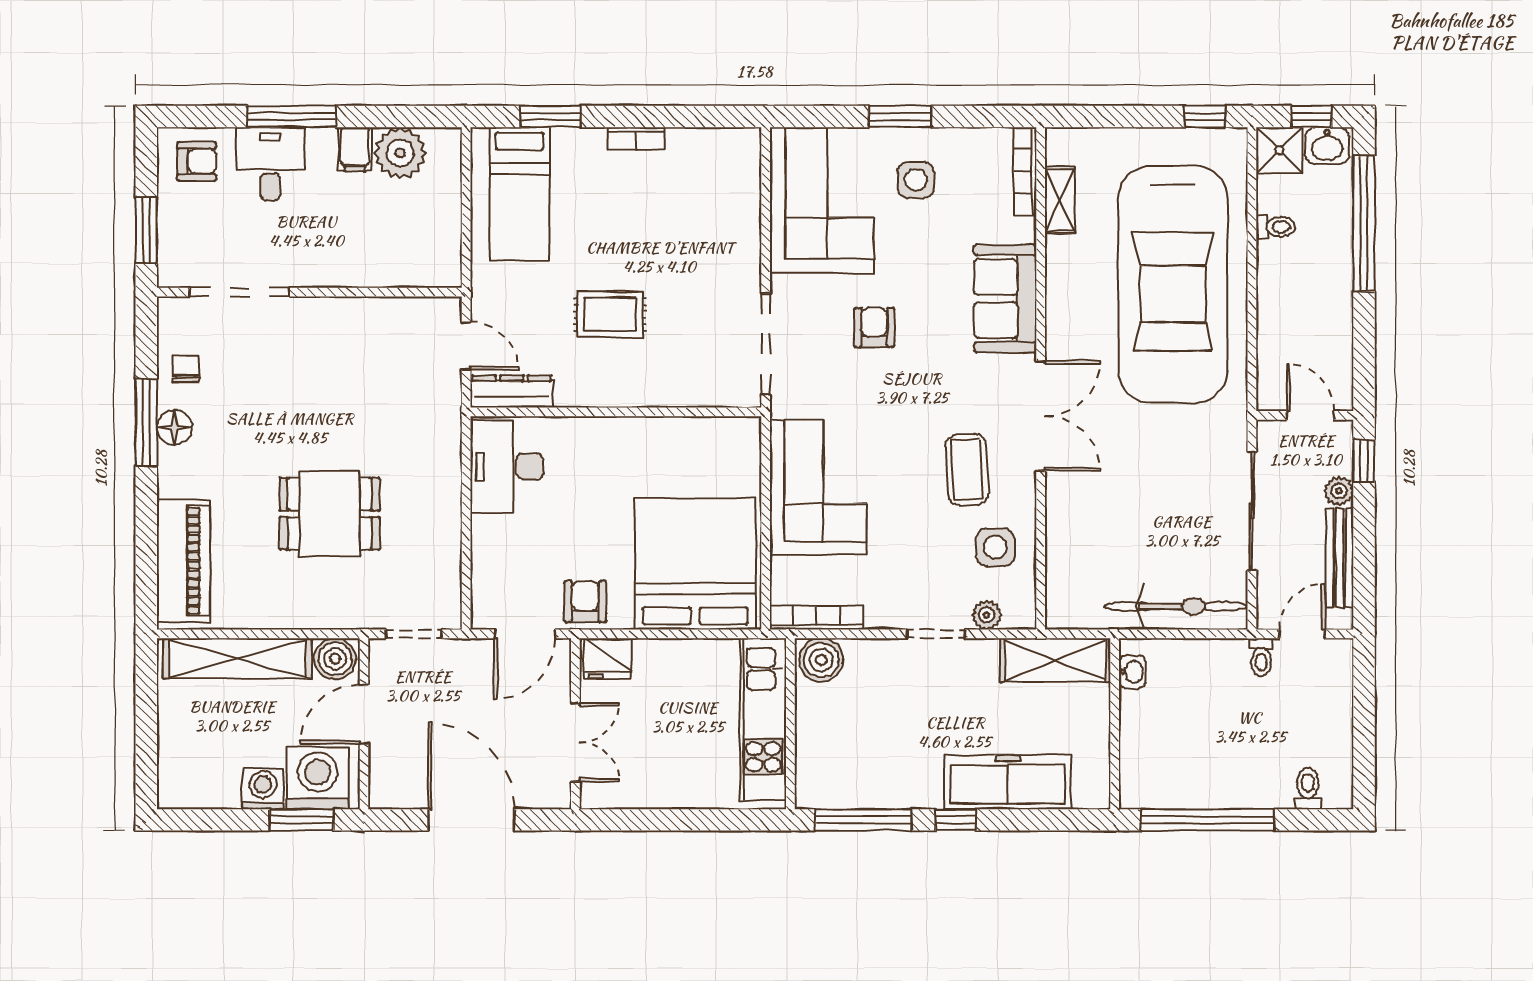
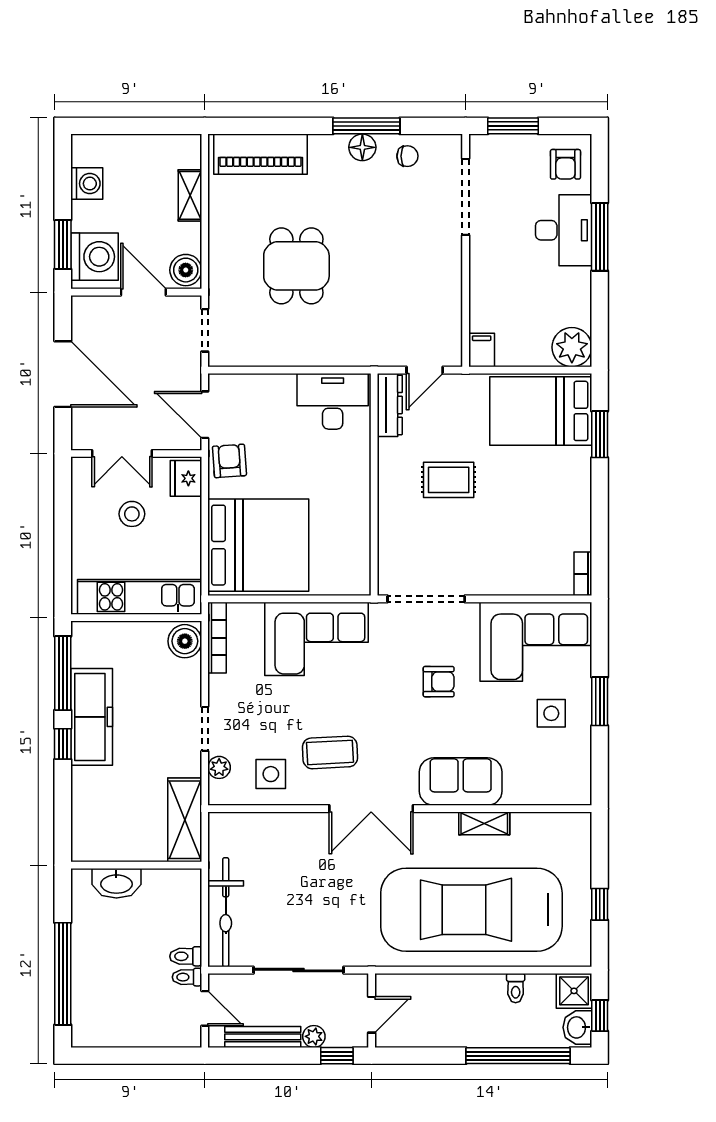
window: (1205, 117) -> (600, 904), moved
bookcase: (636, 139) -> (583, 574), moved
filing cabinet: (355, 149) -> (482, 350), moved, turned 90
plant: (400, 153) -> (572, 347), moved
desk: (270, 164) -> (564, 230), width x1.37
bookcase: (1025, 171) -> (558, 797), removed
bed: (520, 194) -> (541, 411), width x1.50
shelving: (1060, 200) -> (484, 823), moved
rug: (610, 314) -> (449, 480), turned 90
armchair: (585, 602) -> (229, 461), turned -94
shelving: (237, 658) -> (190, 195), width x0.45, depth x0.75
washbasin: (1132, 672) -> (116, 883), moved, width x1.91, depth x1.45
stool: (655, 729) -> (132, 514), added
freezer: (1007, 782) -> (92, 717), moved
washing machine: (263, 789) -> (87, 184), moved
toilet: (1308, 789) -> (186, 956), moved, turned 180
door: (471, 820) -> (63, 374), hinge flipped
window: (1208, 820) -> (63, 974), moved

